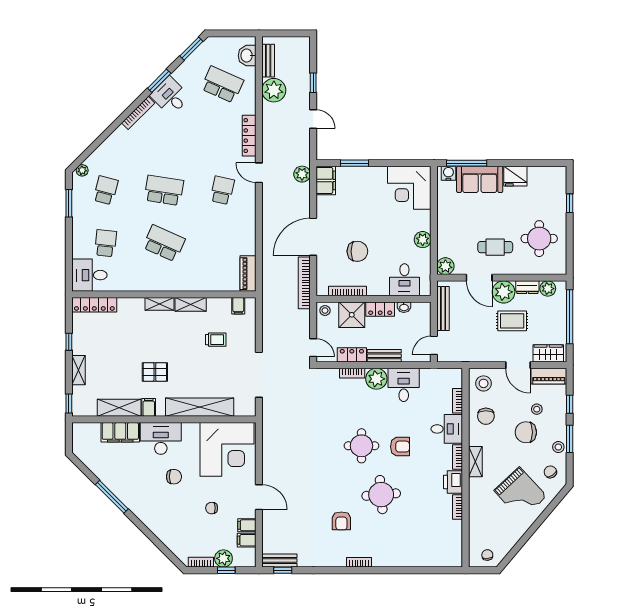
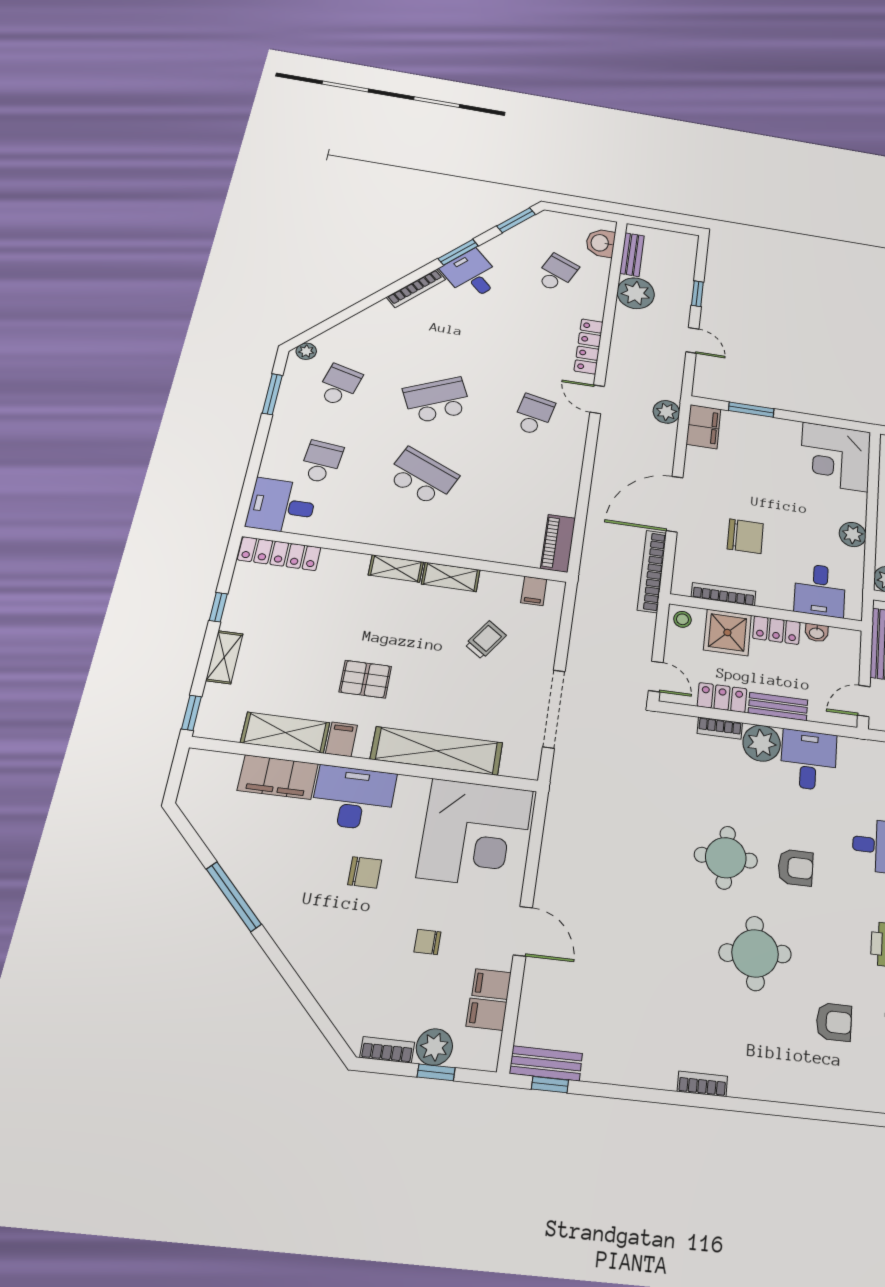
school desk: (222, 85) -> (556, 273), width x0.54
school desk: (164, 190) -> (437, 400), turned -33
trolley: (216, 340) -> (486, 640), turned -55
armchair: (341, 521) -> (834, 1022), moved, turned -90

